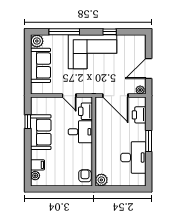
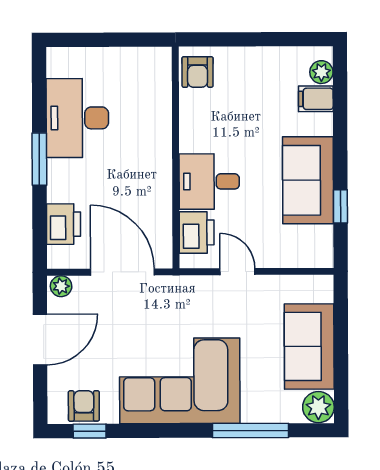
window: (110, 32) -> (90, 431), moved
armchair: (131, 42) -> (84, 406), added
plant: (101, 180) -> (157, 62), removed

